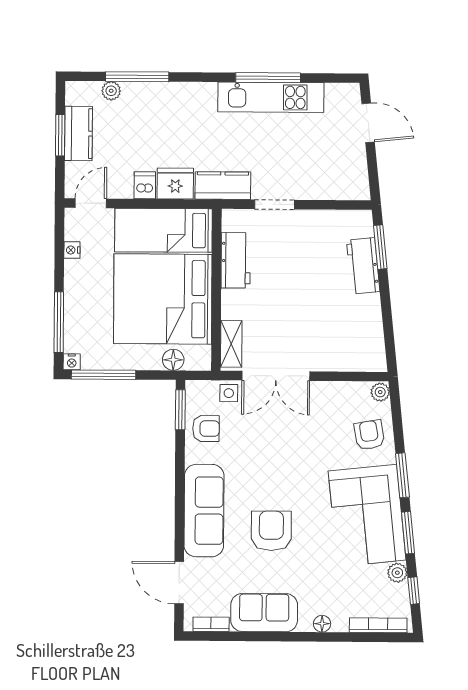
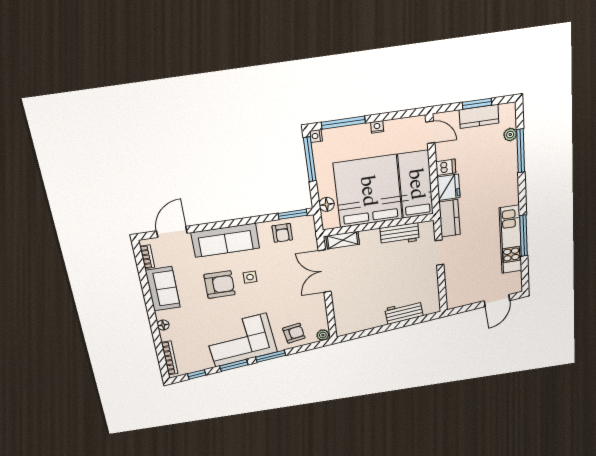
window: (380, 247) -> (417, 320), removed
nightstand: (72, 250) -> (377, 127), moved
side table: (229, 393) -> (250, 277), moved
plant: (397, 573) -> (207, 363), removed

